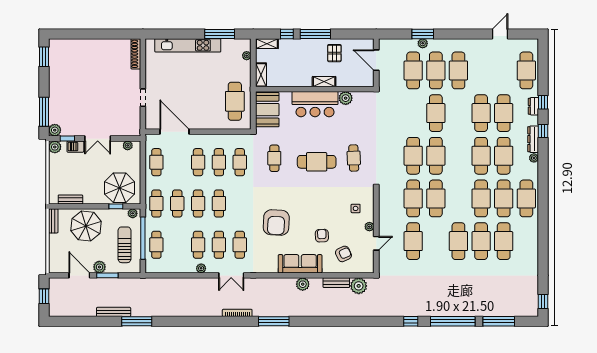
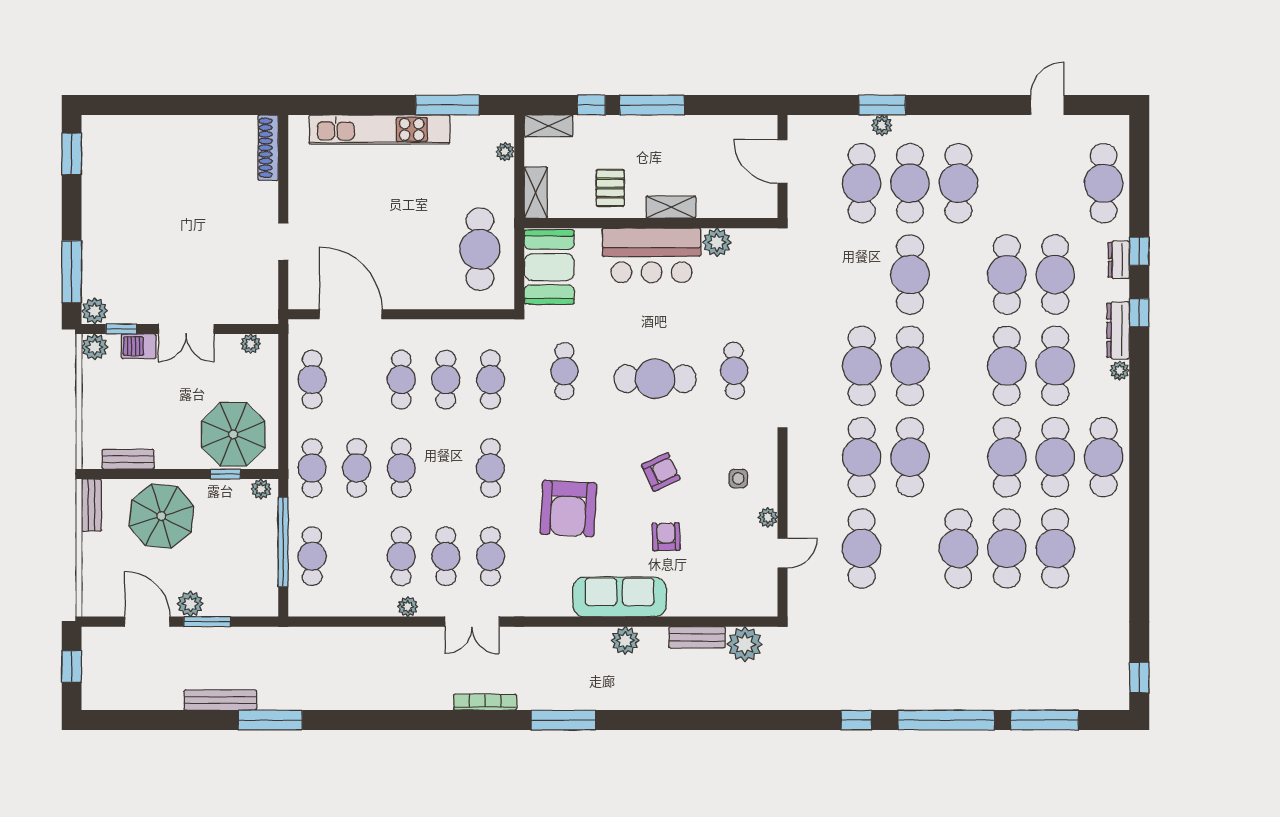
pallet: (334, 53) -> (610, 188), moved
cafe table: (219, 203) -> (490, 468), moved
sun lounger: (124, 245) -> (244, 556), removed
armchair: (343, 254) -> (661, 472), moved

